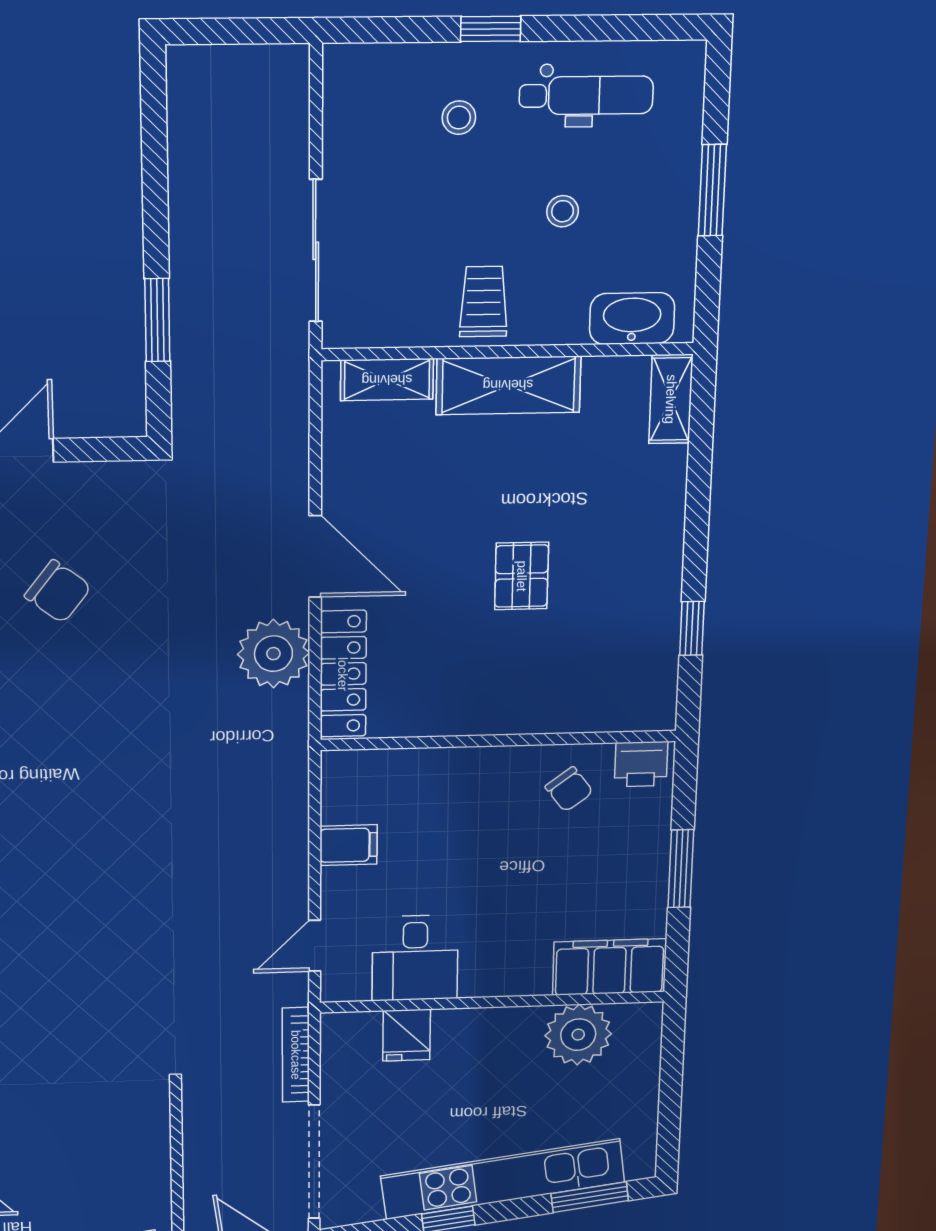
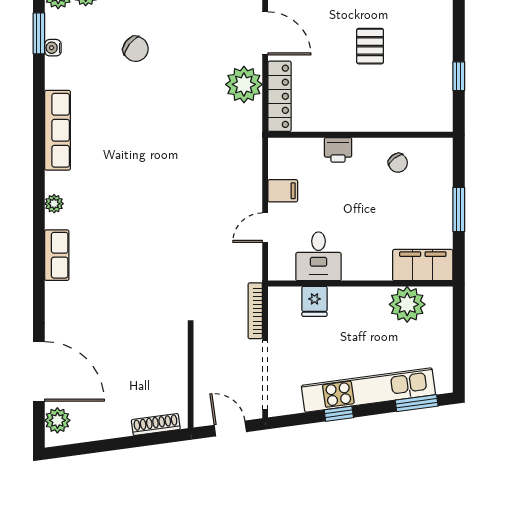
printer: (641, 764) -> (338, 150), moved
door: (315, 946) -> (265, 228), moved

